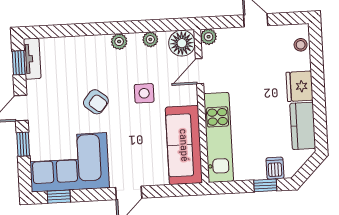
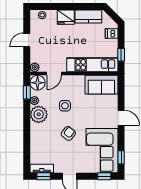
window: (164, 25) -> (27, 92), added
plant: (119, 42) -> (39, 114), width x1.88, depth x1.88
door: (199, 71) -> (54, 74), hinge flipped
window: (23, 144) -> (104, 176), moved
sofa: (184, 145) -> (101, 85), width x0.73
window: (265, 185) -> (121, 55), moved

